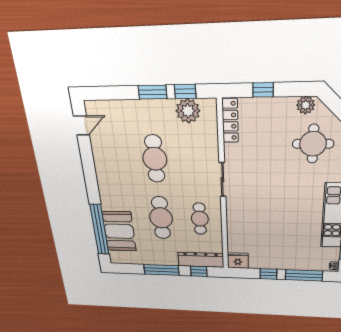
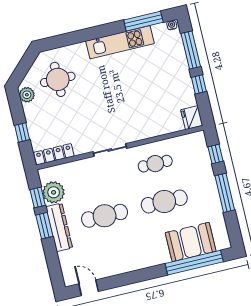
dresser: (201, 260) -> (59, 227), moved, turned 180

